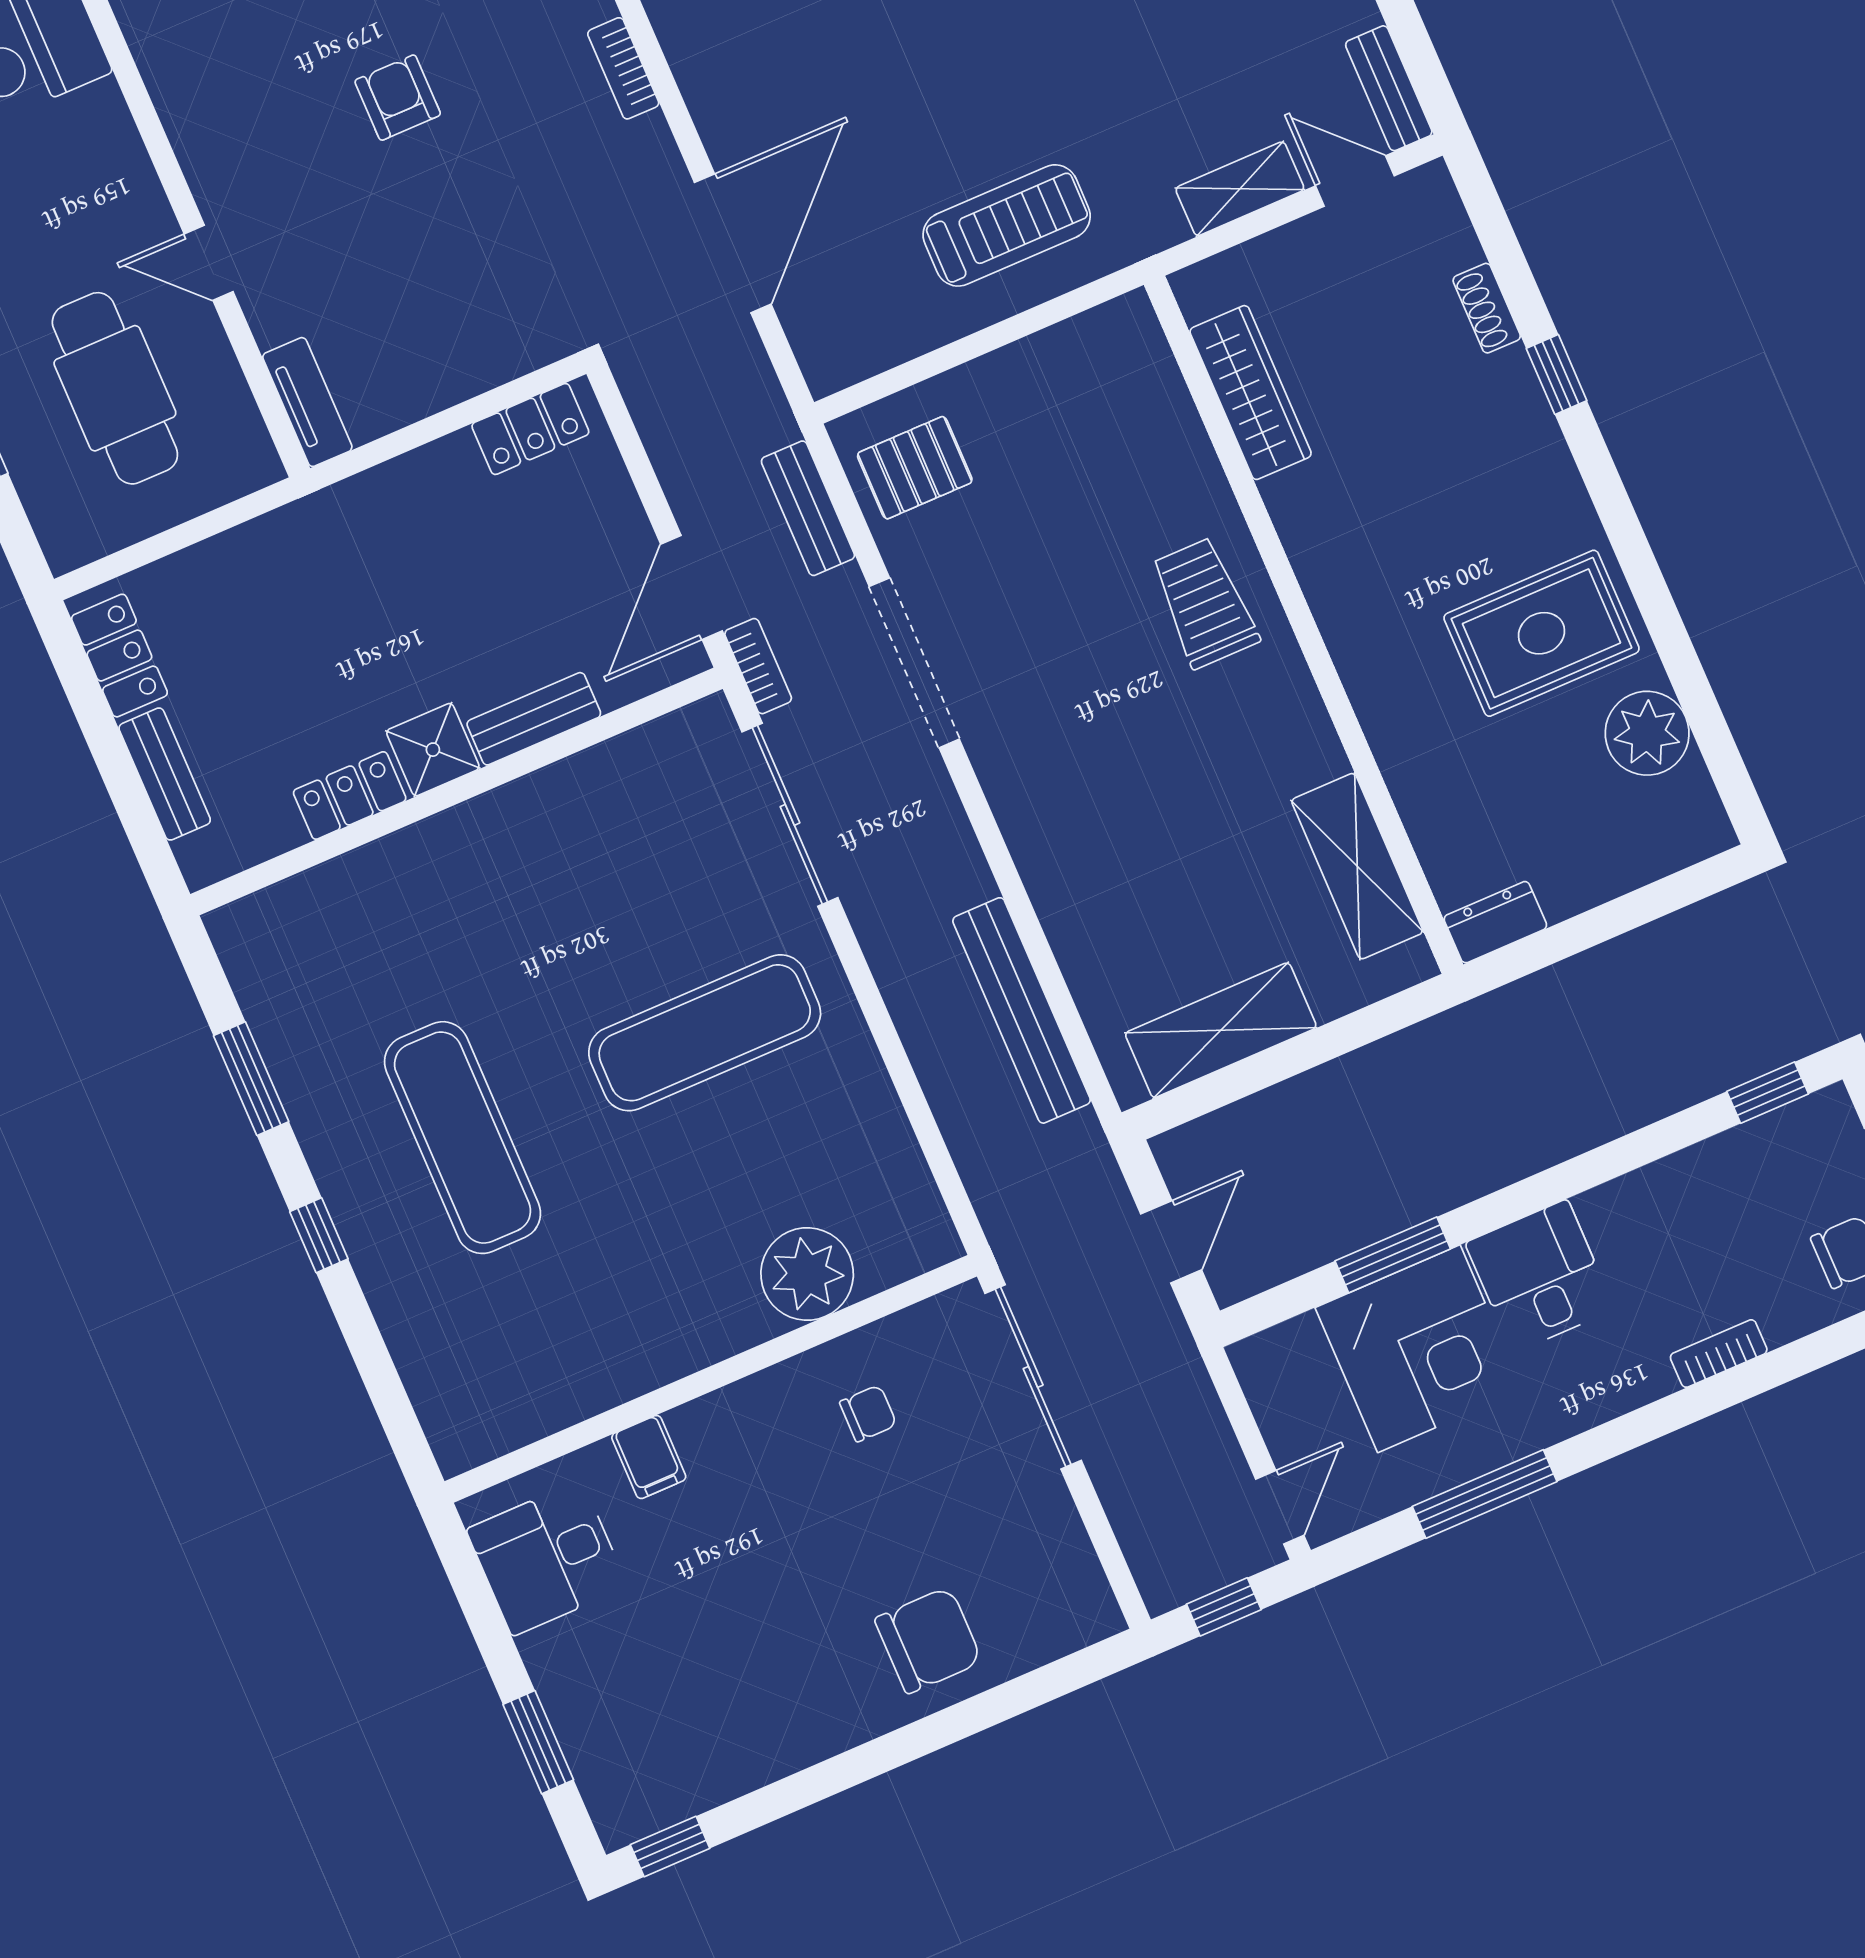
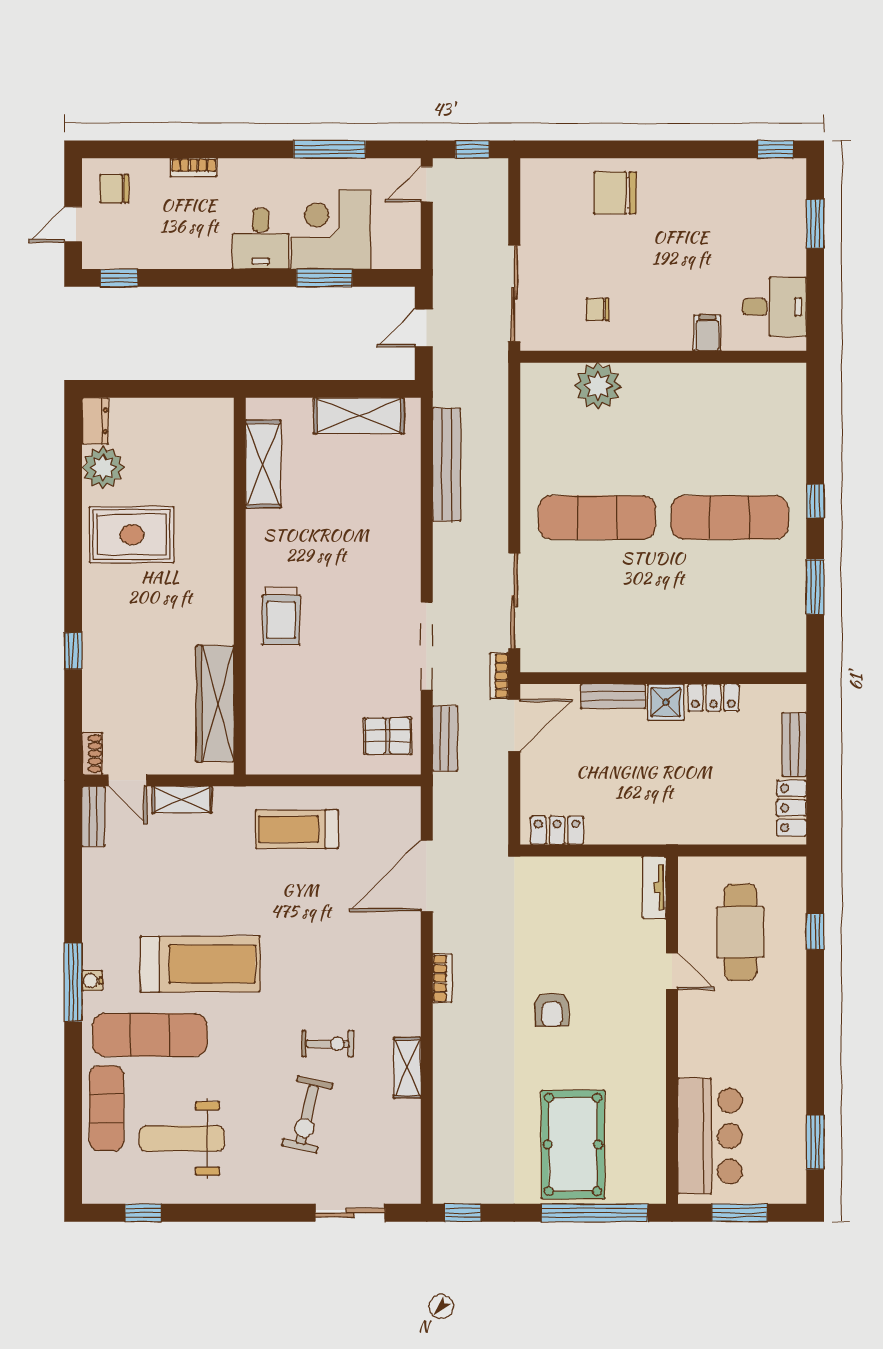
shoe rack: (1487, 308) -> (92, 754), moved
wardrobe: (1251, 393) -> (215, 704), width x1.40, depth x1.17
dresser: (1495, 922) -> (95, 421), moved, turned -90
exercise mat: (463, 1138) -> (730, 517), turned 90

